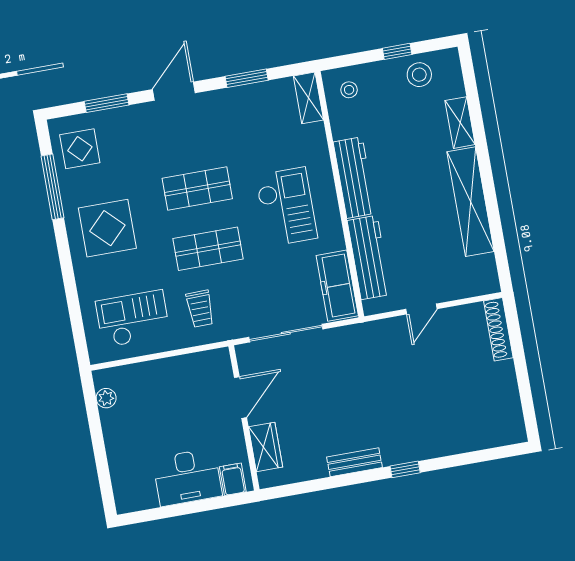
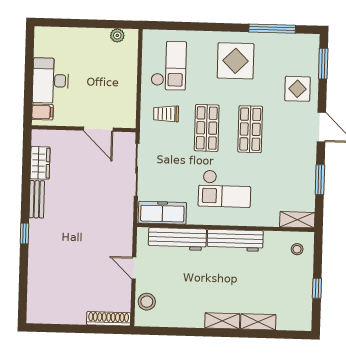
stool: (419, 75) -> (147, 302), moved
window: (107, 103) -> (323, 64), moved
display table: (80, 149) -> (297, 89), moved
shelving: (471, 202) -> (222, 321), width x0.45, depth x0.75
wardrobe: (266, 447) -> (40, 163), moved, turned -90

